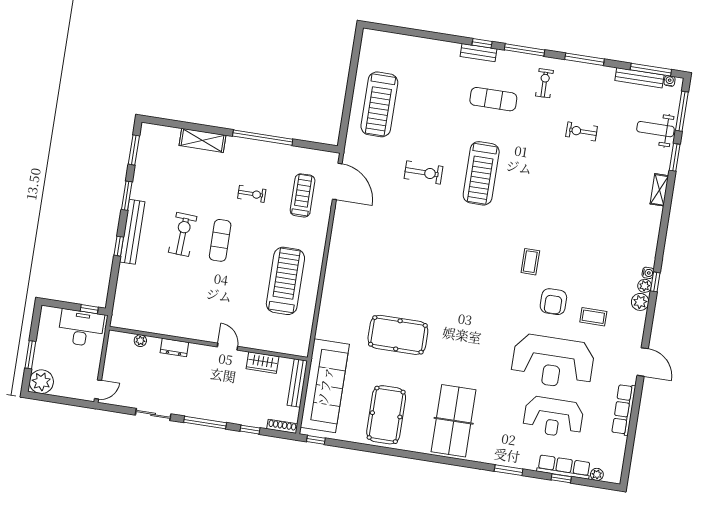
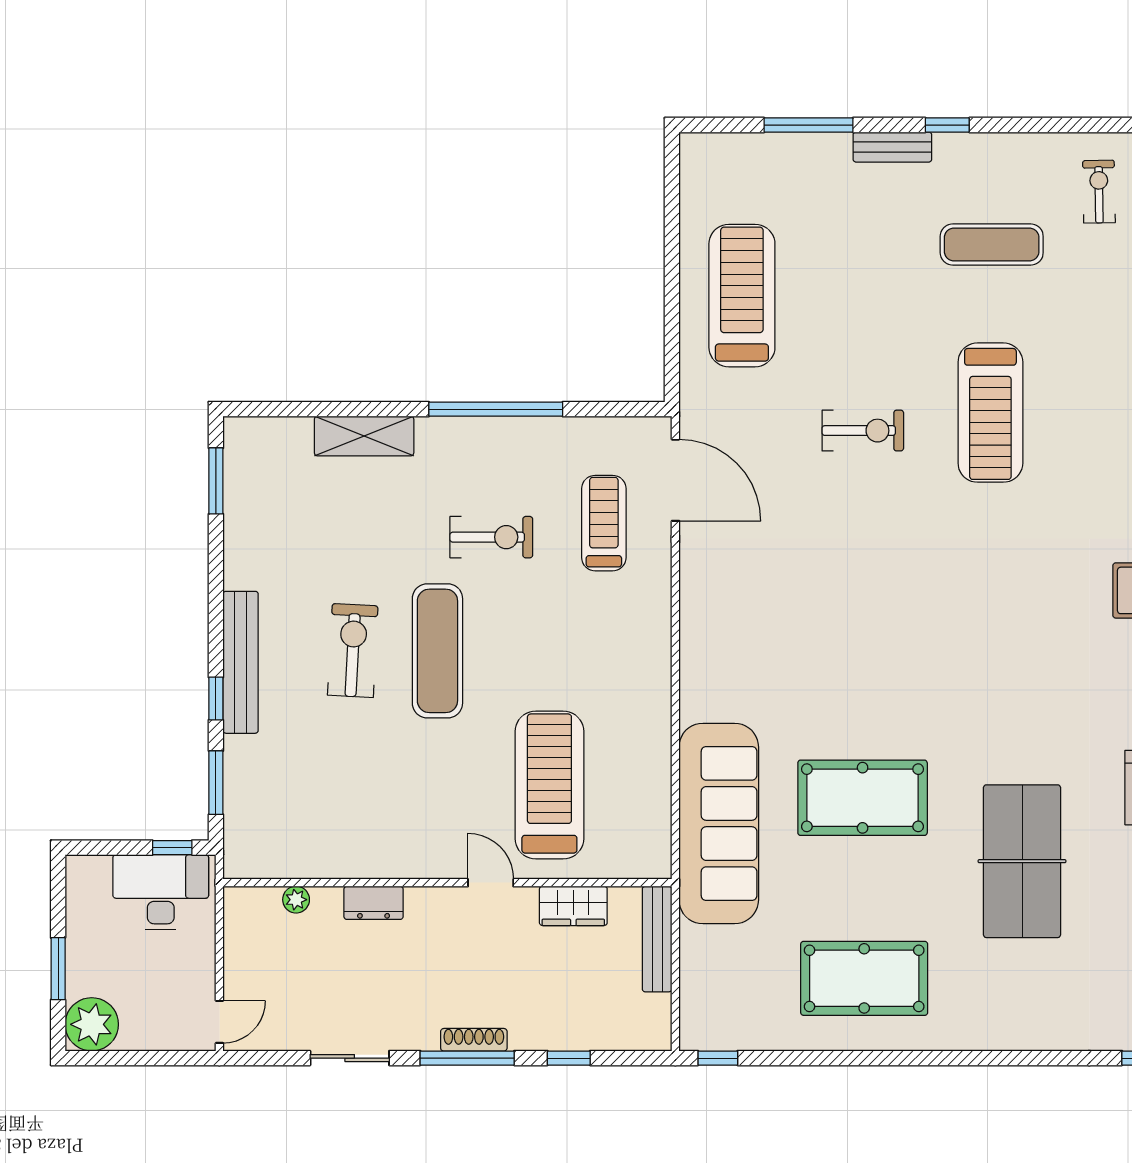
window: (524, 50) -> (809, 125), moved
bench: (478, 53) -> (892, 147), moved
treadmill: (379, 104) -> (742, 296), turned 180
exercise bike: (252, 194) -> (491, 537), width x1.38, depth x1.39
window: (127, 196) -> (216, 783), moved
exercise mat: (220, 240) -> (437, 651), width x1.36, depth x1.45
treadmill: (285, 281) -> (549, 785), moved
sofa: (325, 386) -> (719, 823), moved
pool table: (386, 415) -> (864, 978), turned 90
table tennis table: (454, 421) -> (1022, 861), moved
shoe rack: (282, 426) -> (474, 1040), moved

